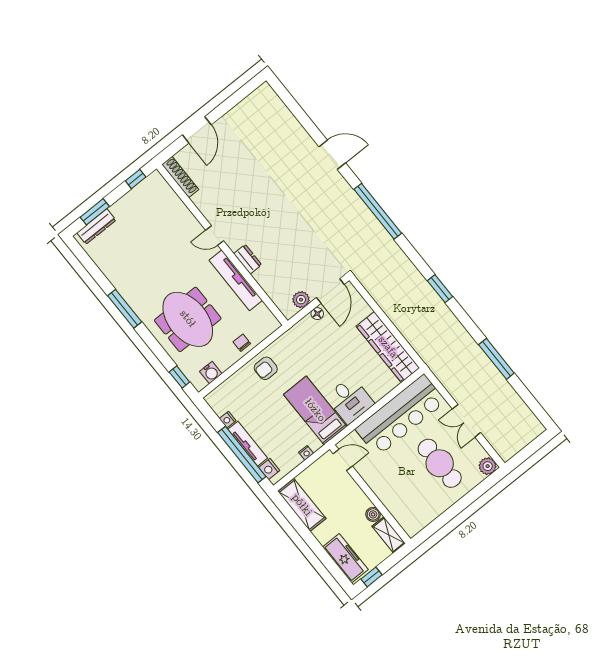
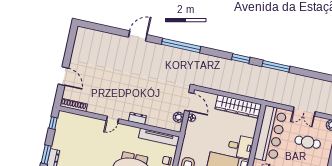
tv unit: (236, 280) -> (159, 137), moved
window: (496, 359) -> (276, 66), moved
cafe table: (440, 463) -> (308, 142), width x0.73, depth x0.74

